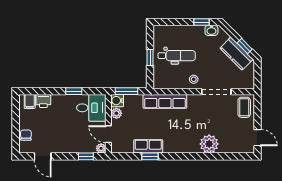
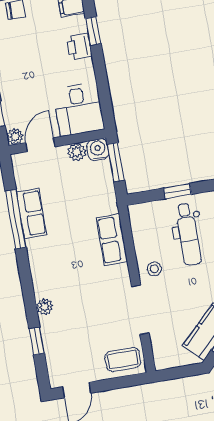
window: (74, 91) -> (93, 31), moved
printer: (43, 101) -> (79, 46), moved
row of seats: (165, 101) -> (112, 240), width x0.68
plant: (209, 144) -> (44, 307), width x0.53, depth x0.53
window: (150, 156) -> (16, 219), width x2.17
window: (224, 156) -> (37, 341), added

